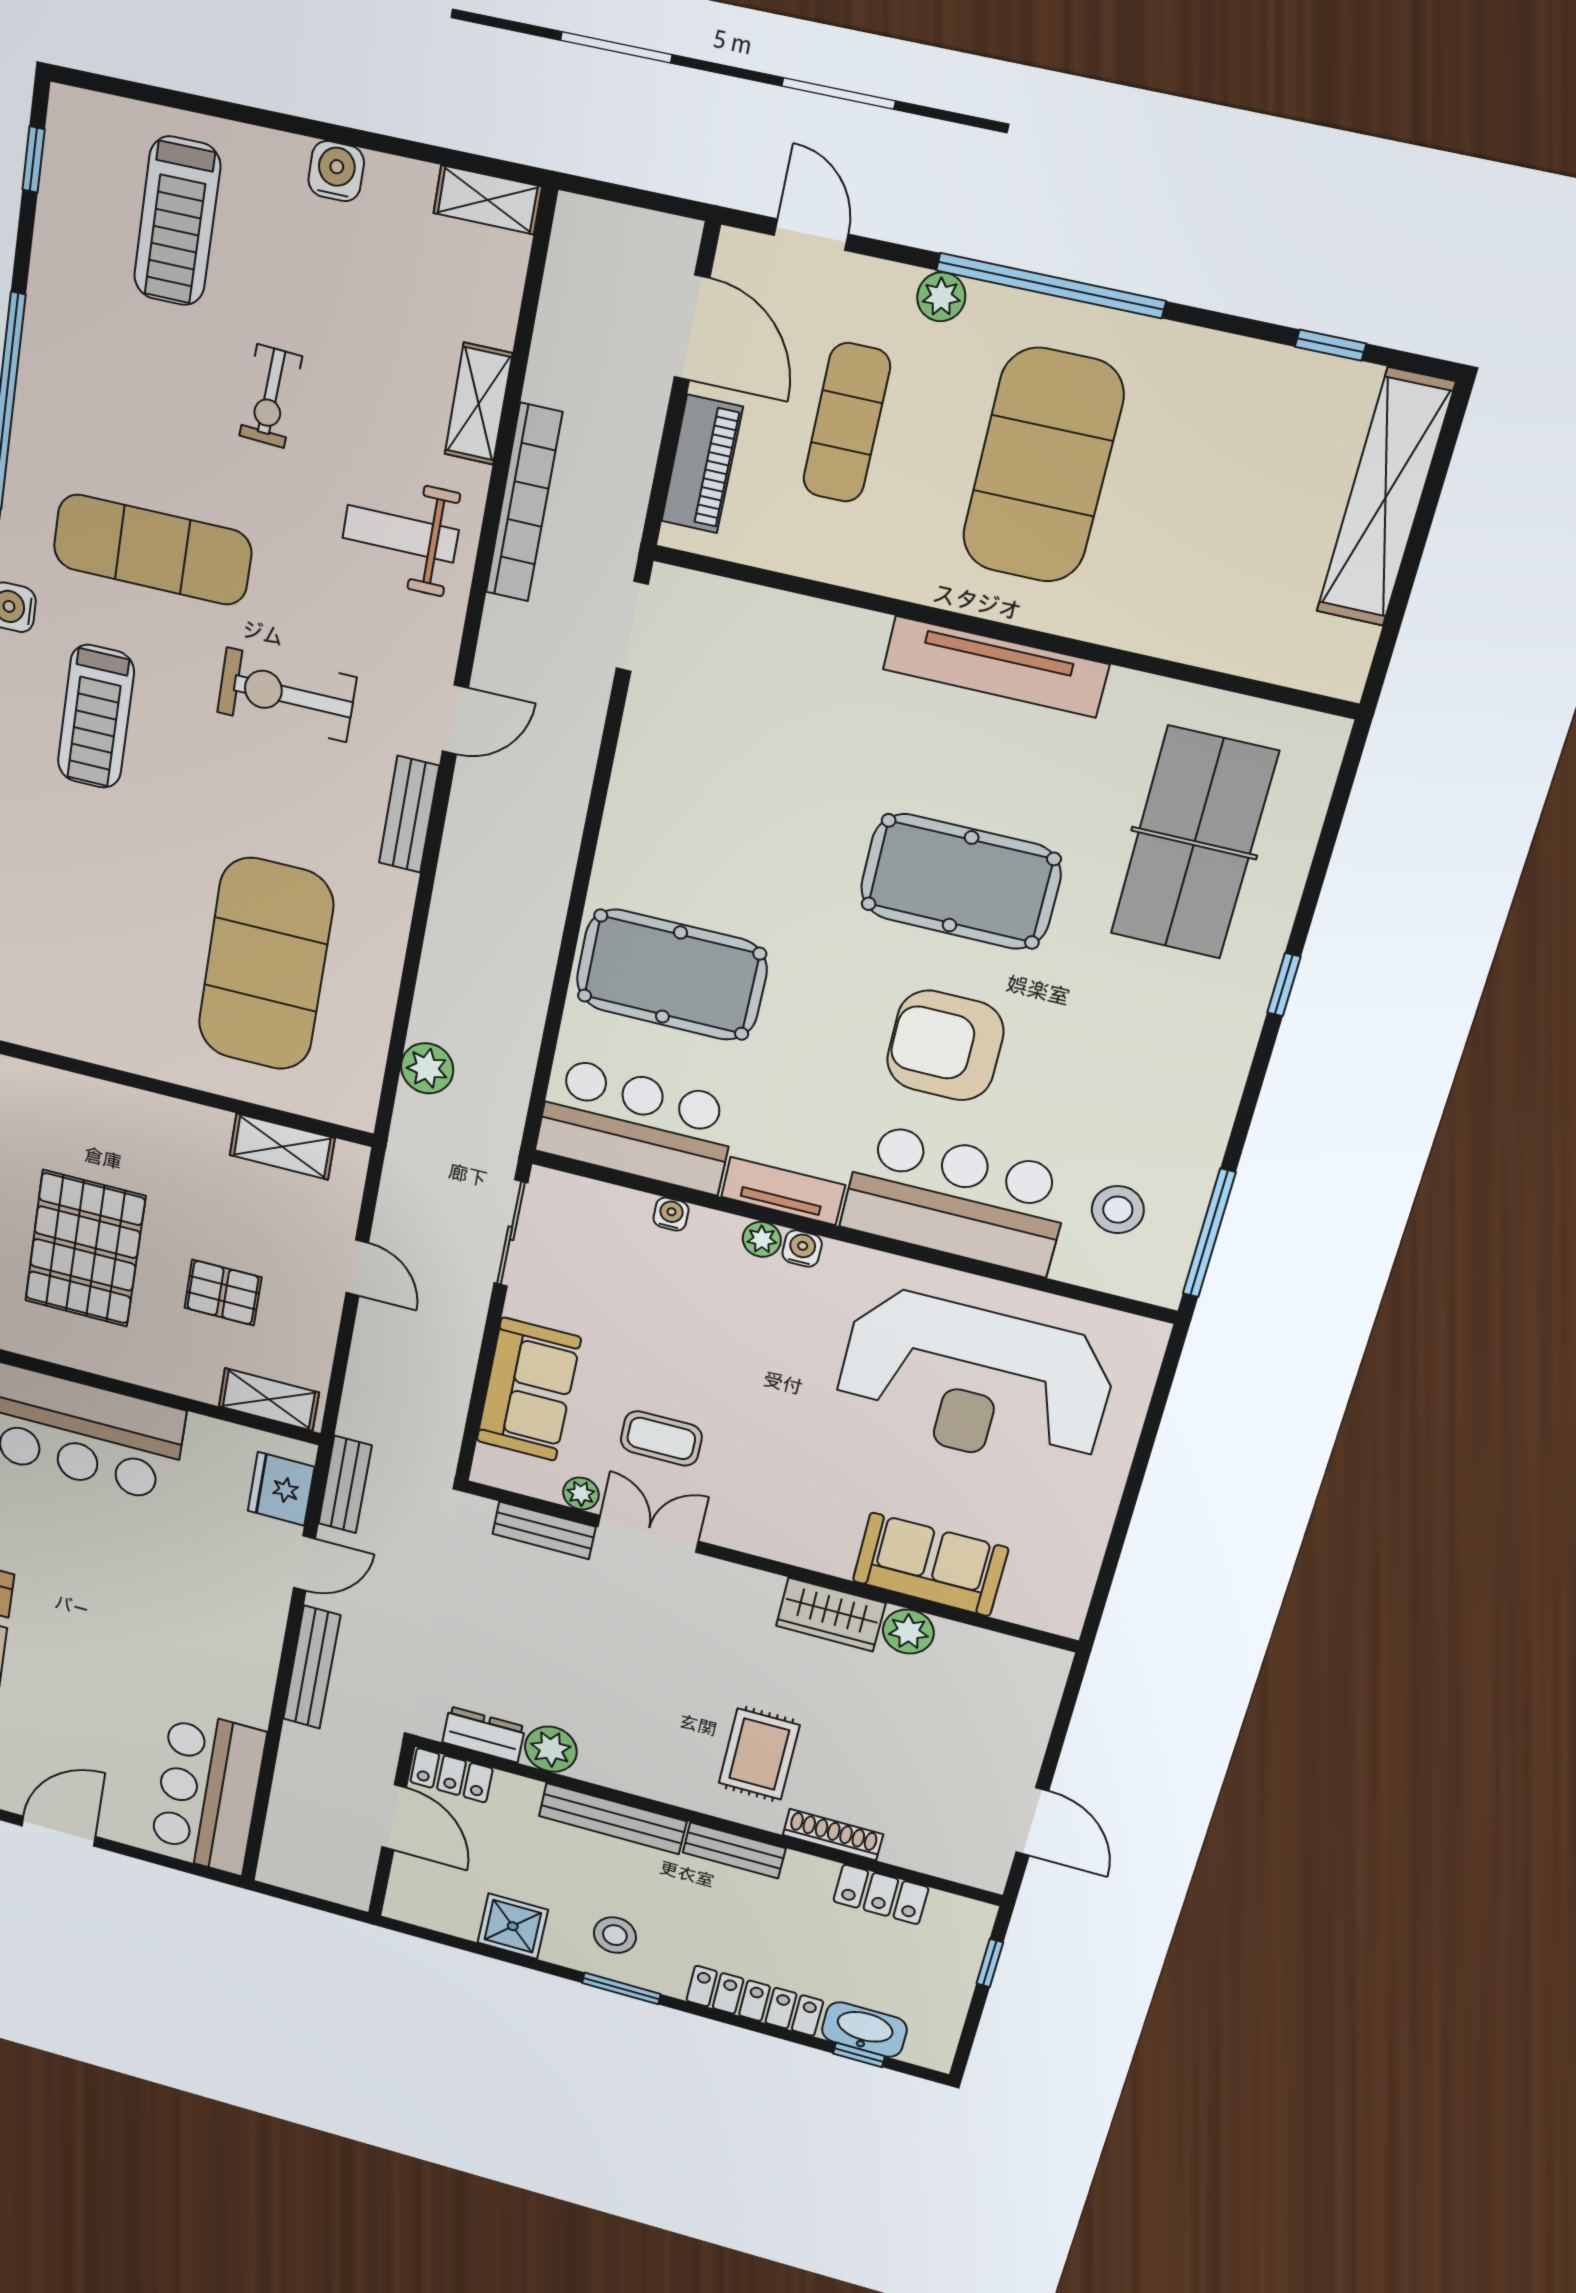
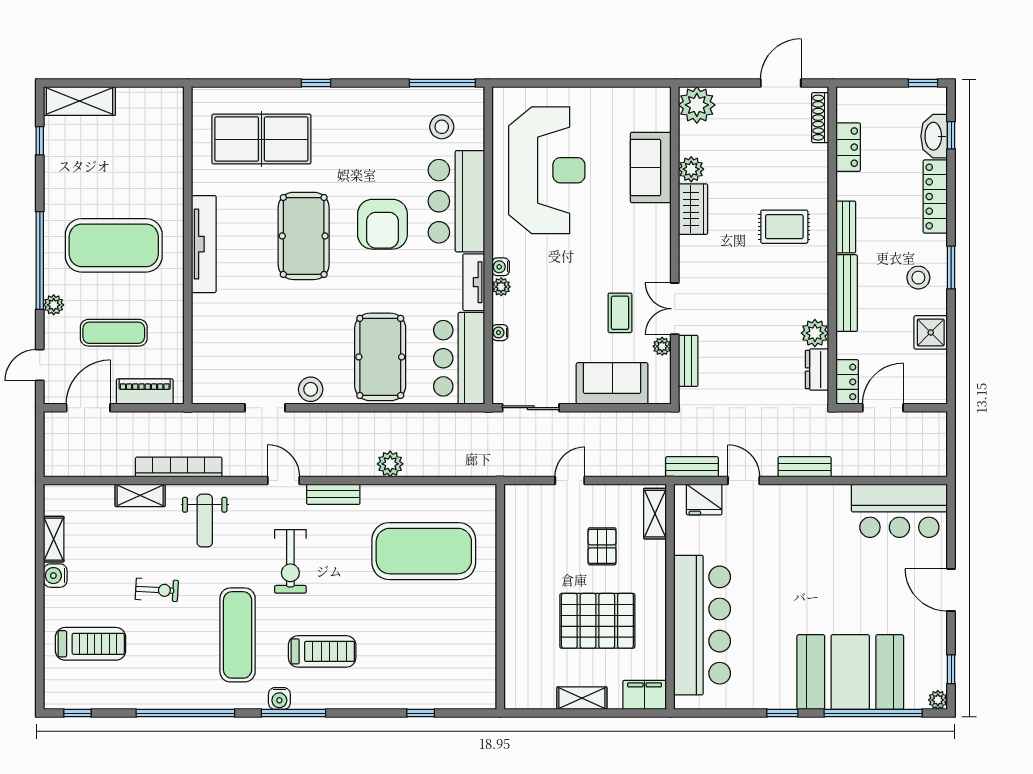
shelving: (488, 200) -> (54, 539), moved
shelving: (1385, 498) -> (79, 101), width x0.68
doorway: (632, 626) -> (265, 408), moved
stool: (634, 820) -> (311, 389), added
plant: (427, 1068) -> (390, 464), moved
shelving: (282, 1147) -> (515, 528), removed
bench: (312, 1667) -> (805, 467), width x0.73
plant: (1030, 1674) -> (697, 105), added
shoe rack: (833, 1835) -> (820, 118), moved
window: (990, 1963) -> (923, 83), moved

